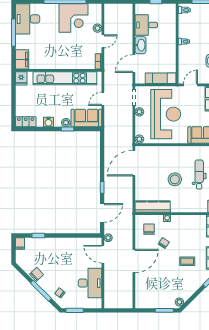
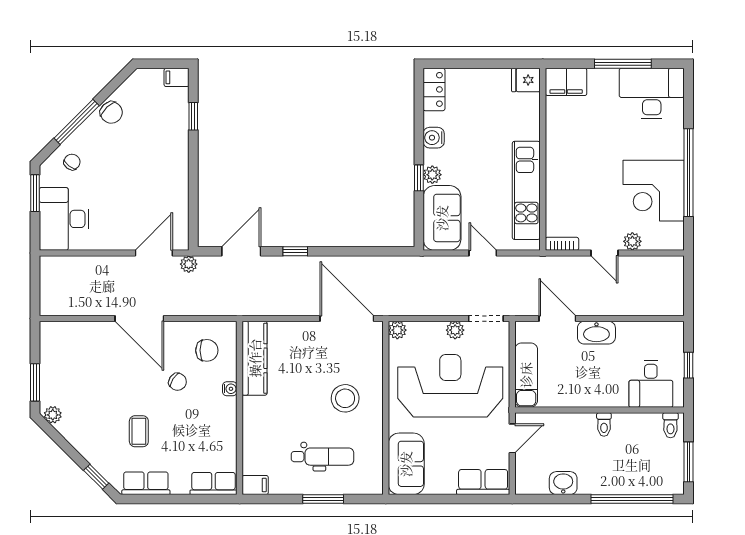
desk: (146, 25) -> (651, 384), moved, turned 180
kitchen unit: (65, 78) -> (526, 190), width x0.73
door: (190, 85) -> (512, 438), hinge flipped
reception desk: (166, 114) -> (450, 386), turned 180
stool: (175, 179) -> (345, 398), moved
door: (102, 213) -> (241, 251), swing flipped
desk: (90, 283) -> (64, 219), moved, turned 90

